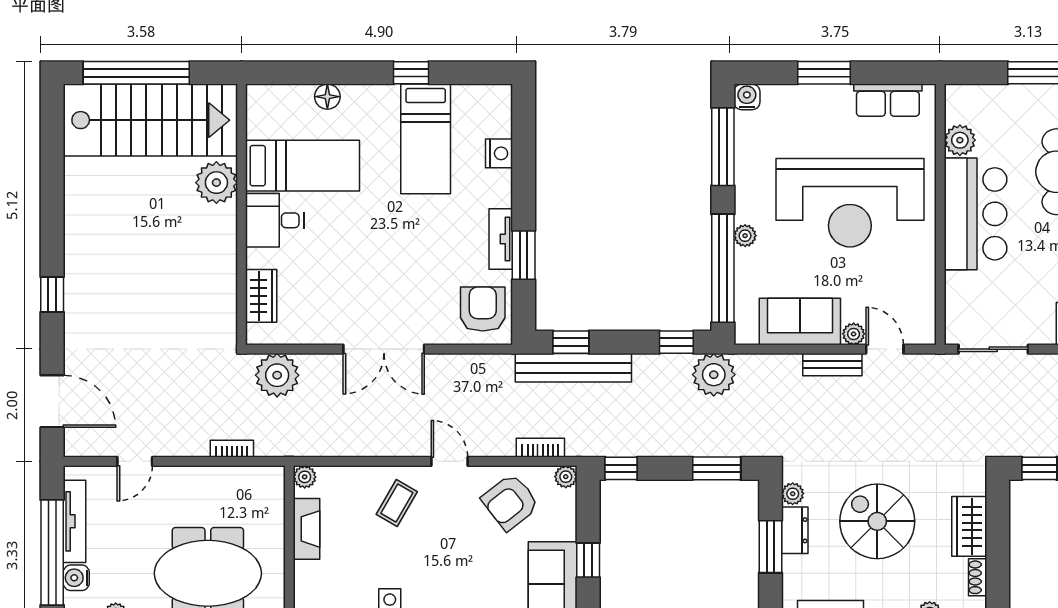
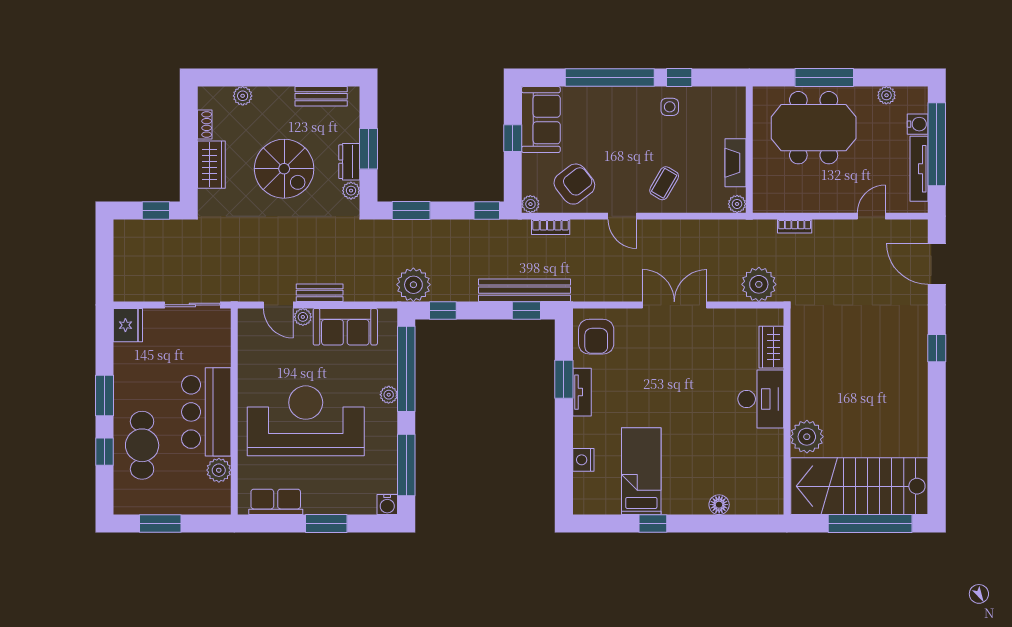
bed: (303, 166) -> (739, 450), removed
desk: (275, 220) -> (761, 399), width x1.37

